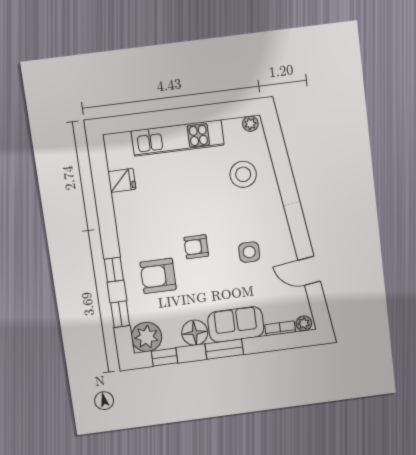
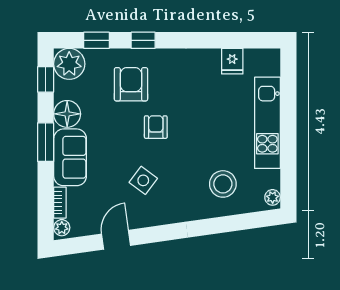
side table: (249, 252) -> (143, 180), turned 37

